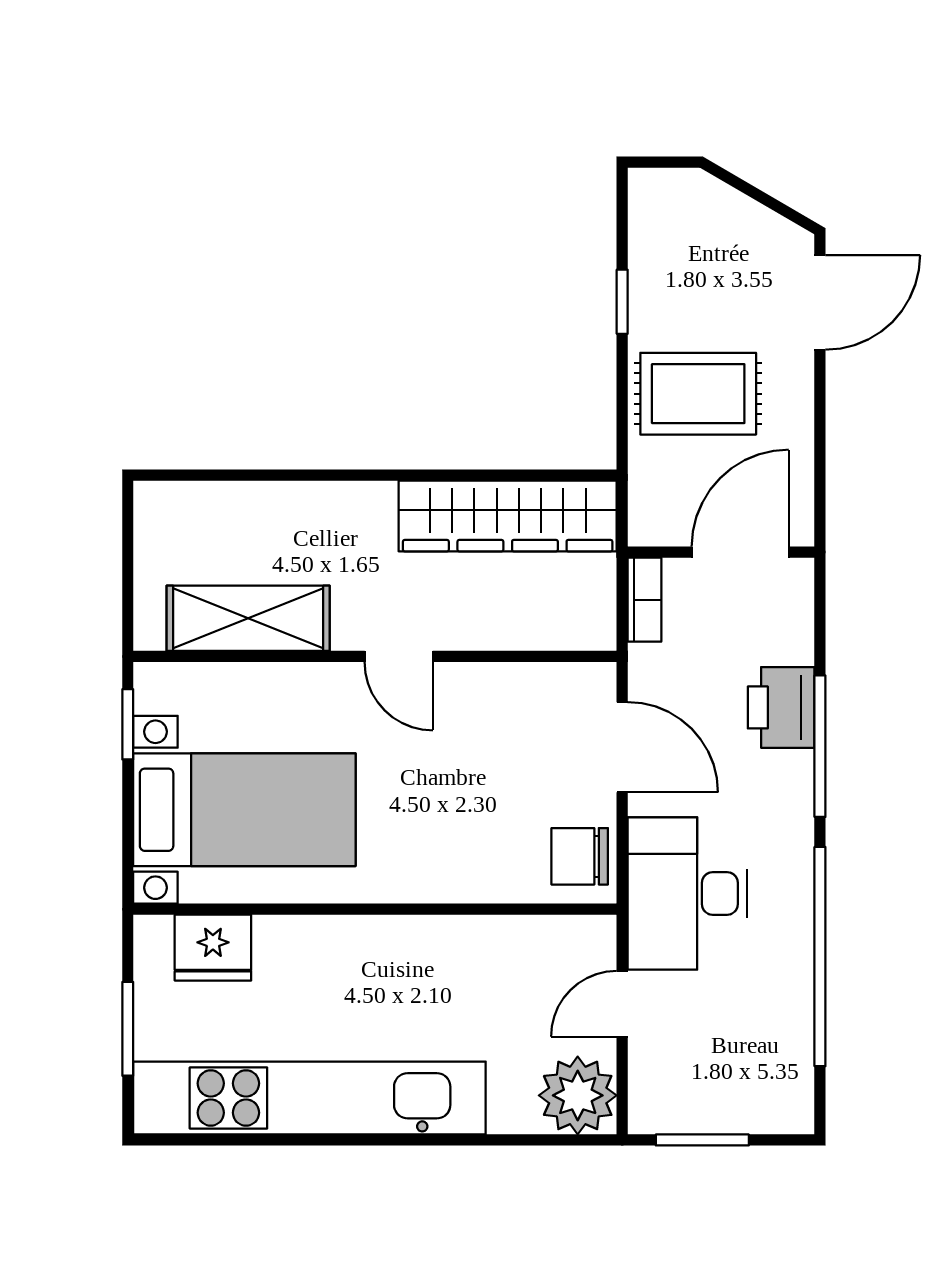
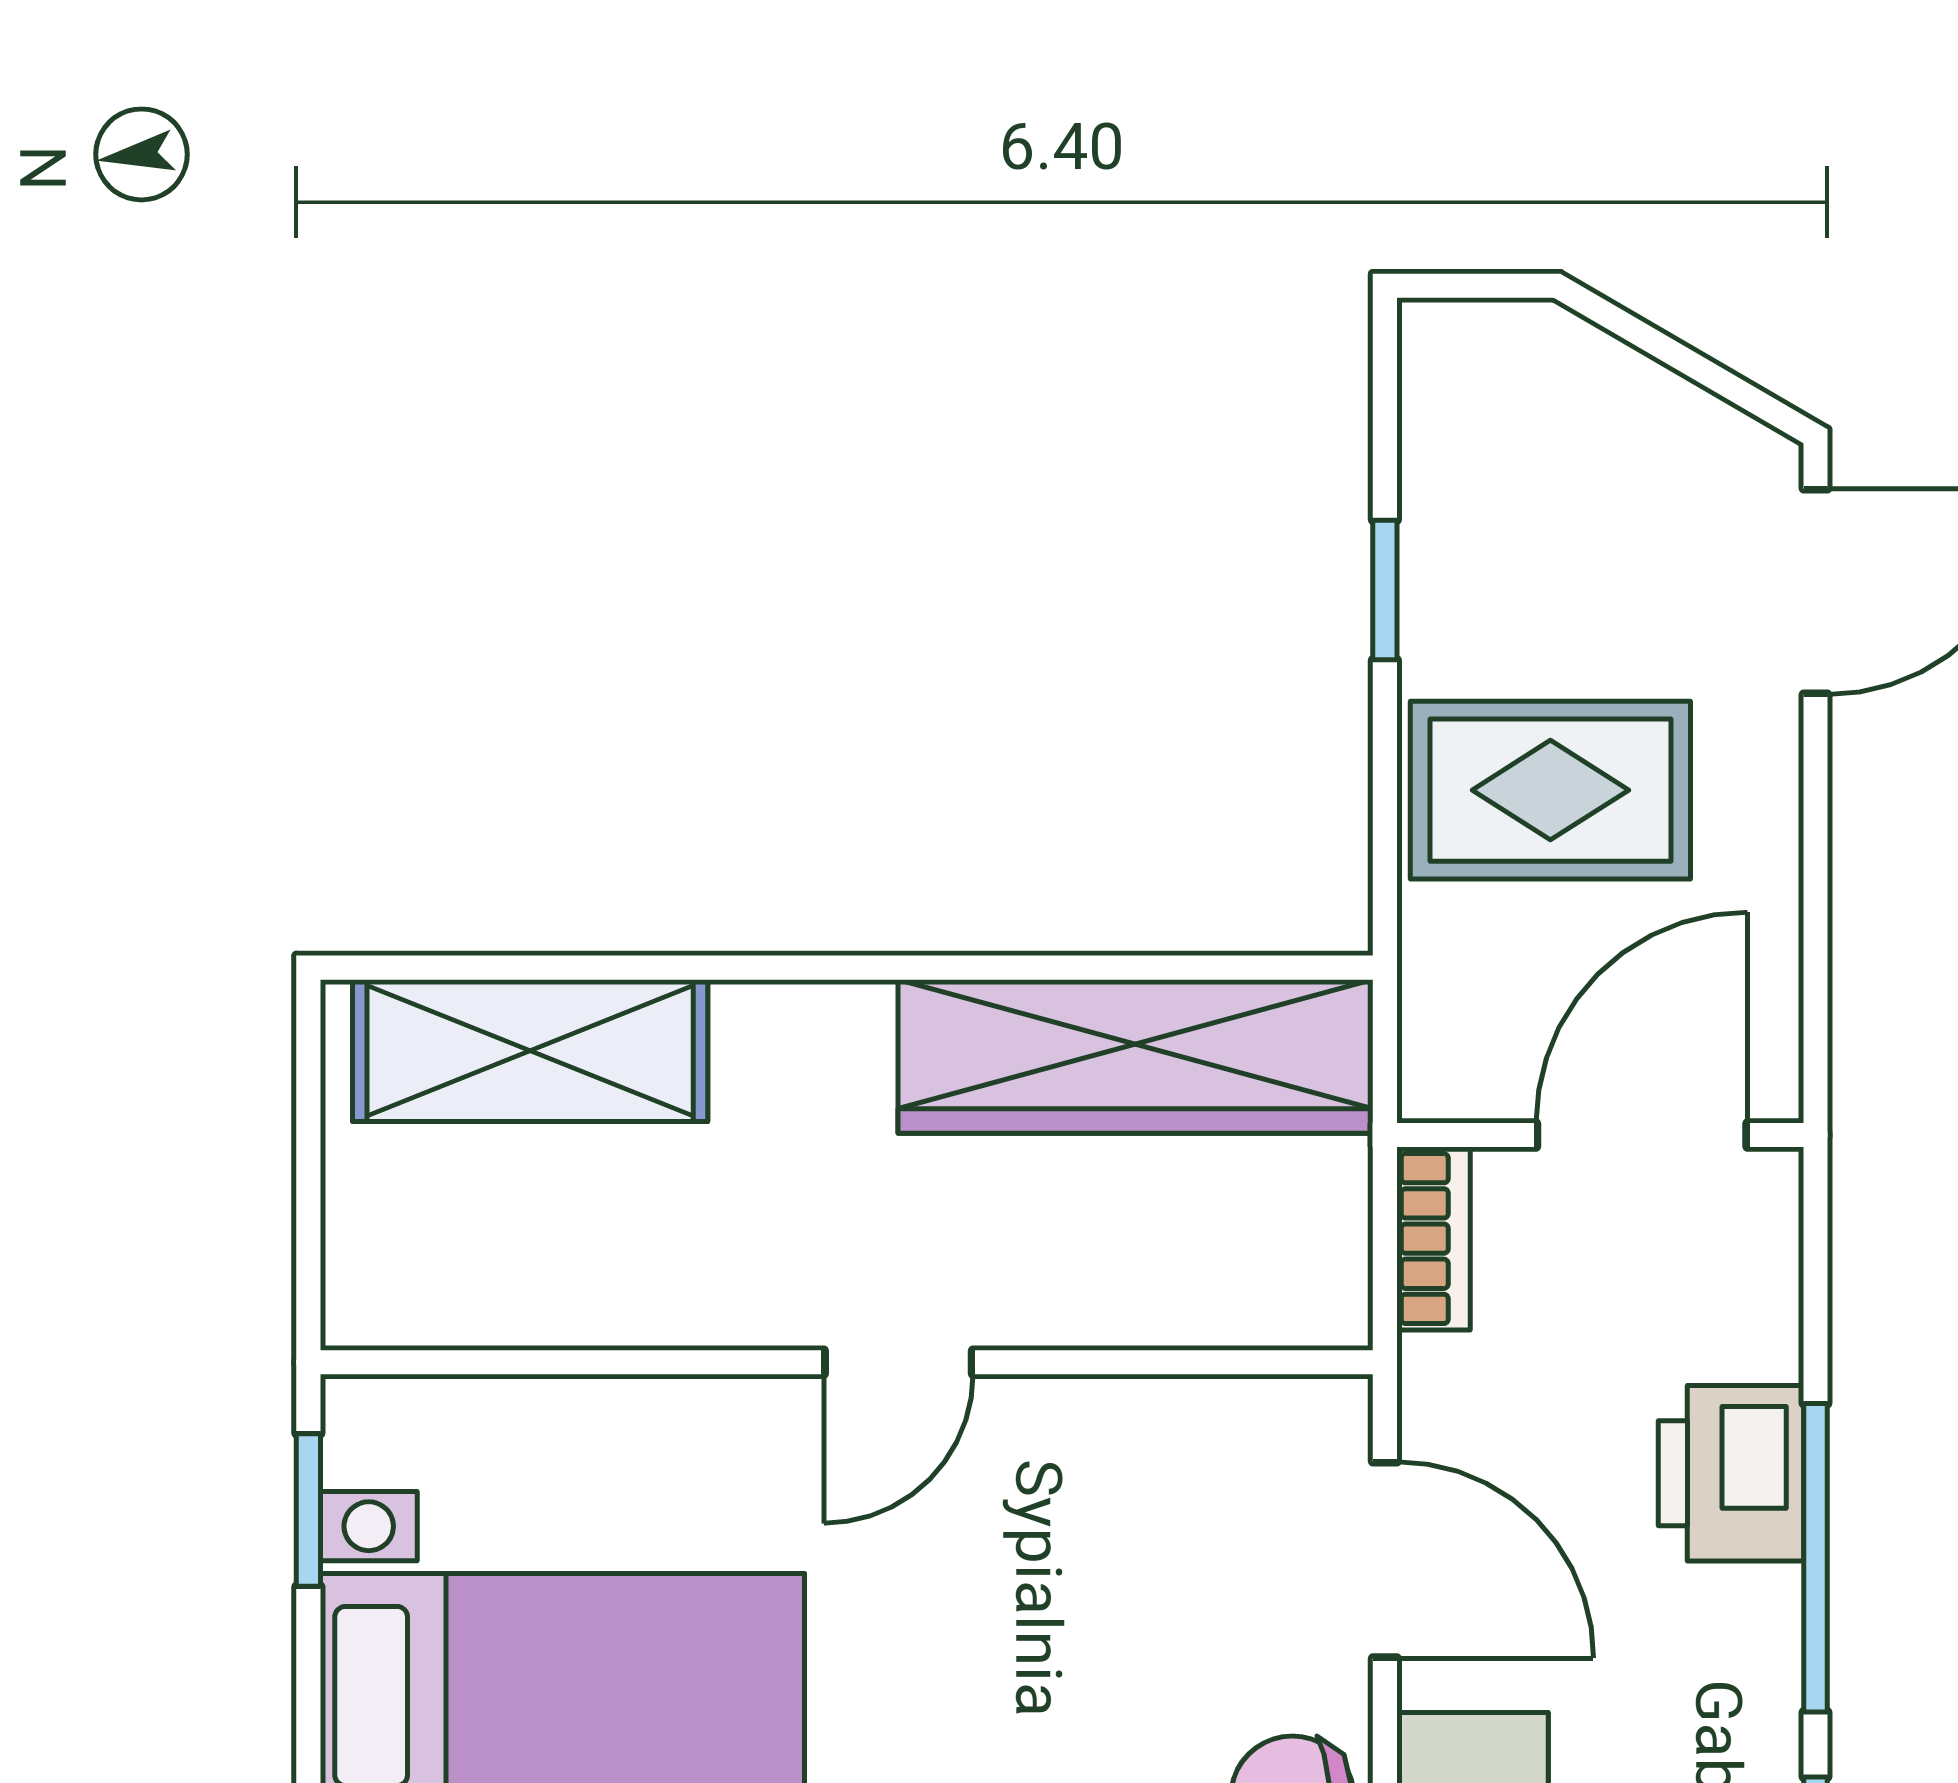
shelving: (248, 618) -> (530, 1051), moved
door: (399, 656) -> (898, 1362), hinge flipped

